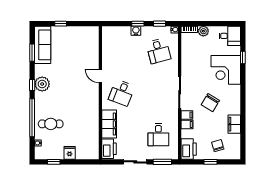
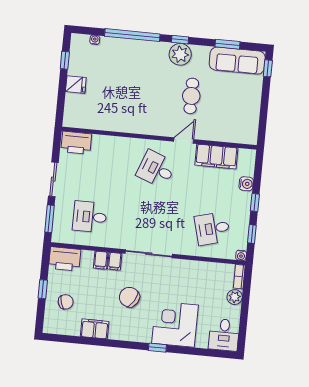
window: (61, 24) -> (268, 68), moved
water cooler: (136, 31) -> (246, 184), moved
window: (243, 57) -> (157, 348), moved
cafe table: (51, 124) -> (191, 96), moved
filing cabinet: (109, 124) -> (216, 157), moved

